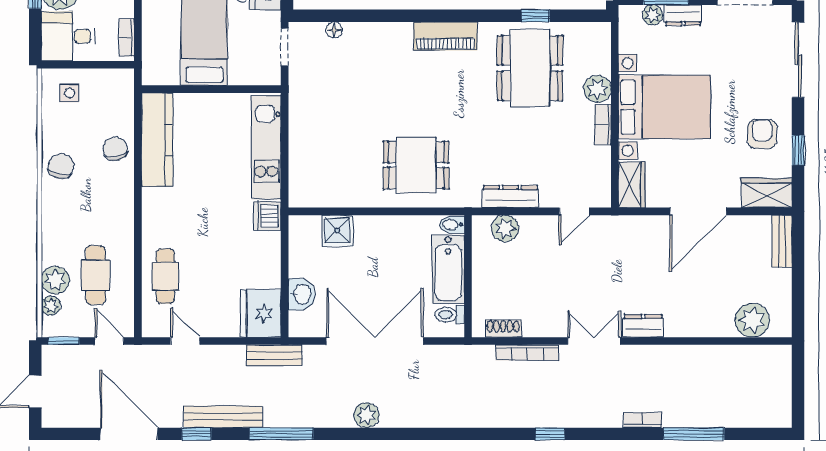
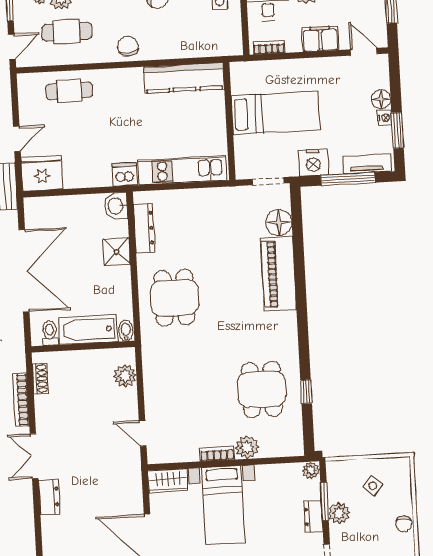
plant: (653, 15) -> (311, 470), moved
floor lamp: (334, 30) -> (279, 222), width x1.89, depth x1.89
piano: (445, 36) -> (279, 274), moved, width x1.37, depth x1.33
dining table: (530, 68) -> (262, 389), width x0.73
bed with nightstands: (664, 107) -> (223, 505), width x0.73
chair: (115, 149) -> (128, 46), moved, turned -89
dresser: (510, 197) -> (144, 228), moved
shower: (337, 231) -> (117, 252), moved
washbasin: (302, 294) -> (116, 206), moved, turned 90
door: (185, 341) -> (17, 139), moved
double door: (594, 341) -> (34, 456), swing flipped

